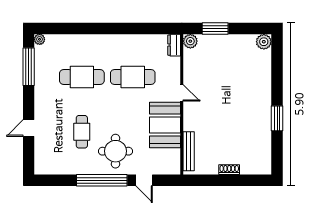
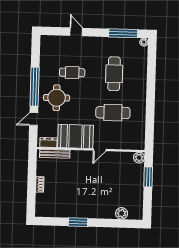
plant: (264, 42) -> (122, 213), moved
dresser: (174, 45) -> (48, 143), moved
cafe table: (133, 77) -> (113, 113), turned 90

